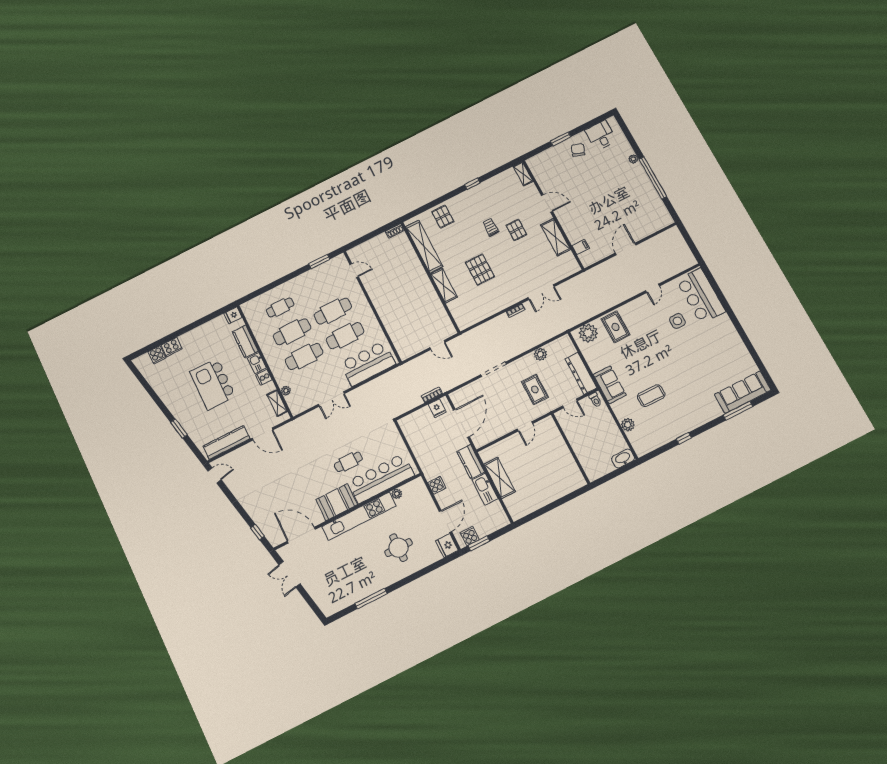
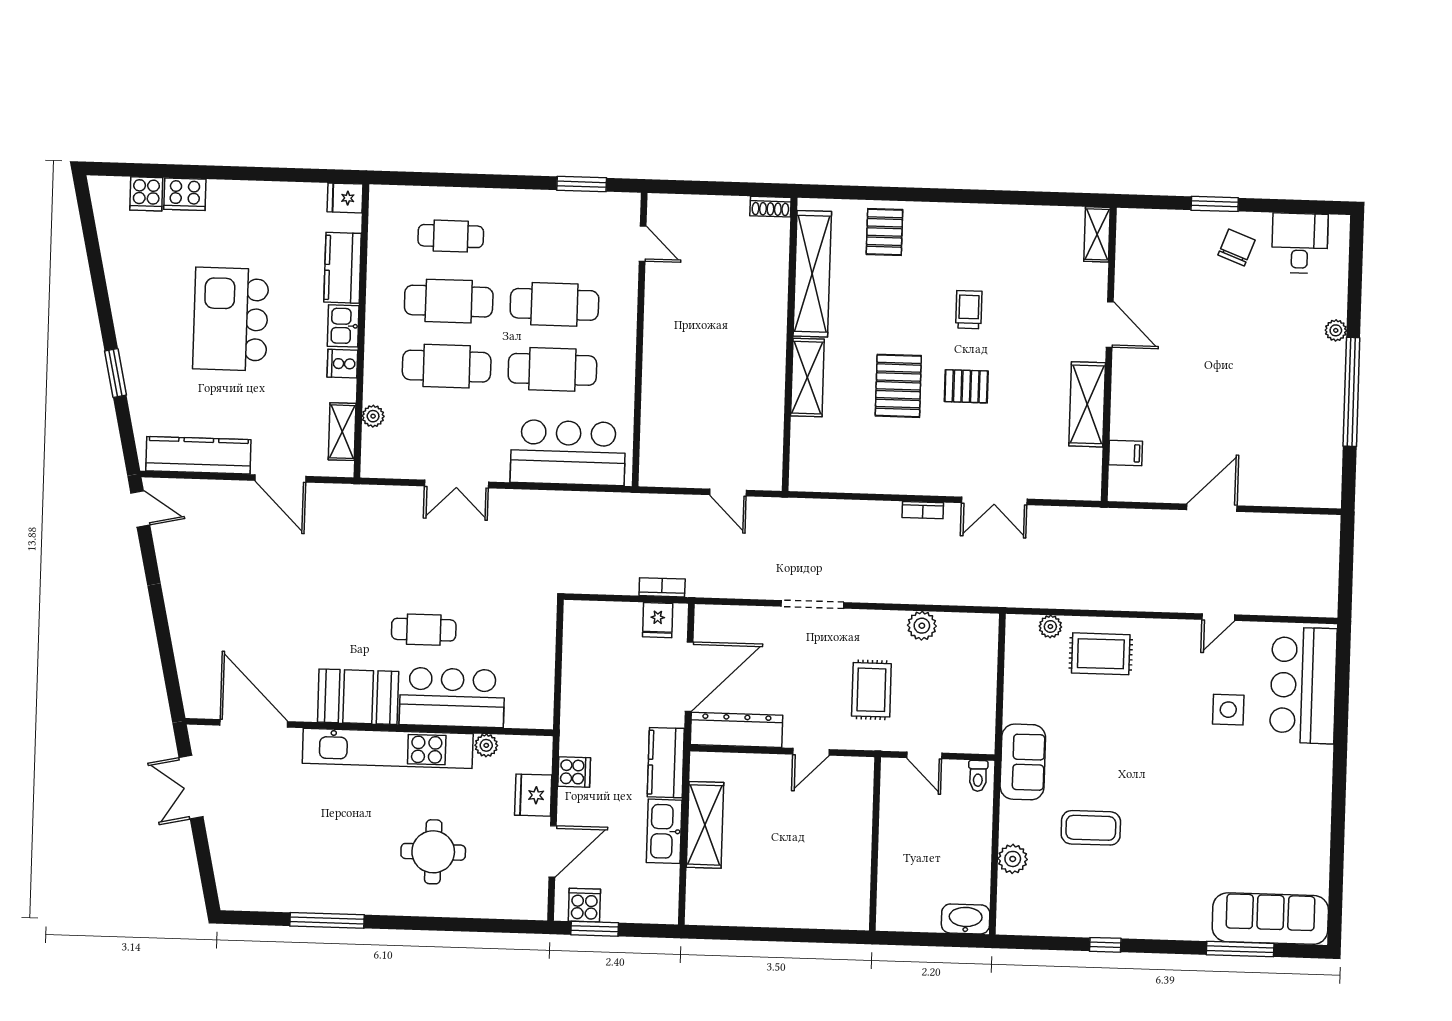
window: (472, 184) -> (983, 197), removed
pallet: (516, 230) -> (966, 386), moved, turned 90
rug: (616, 327) -> (1101, 654), turned 90
plant: (588, 333) -> (1050, 627), width x0.53, depth x0.53
dresser: (581, 373) -> (736, 730), moved, turned 90
bar counter: (381, 478) -> (452, 697), width x0.73
window: (258, 532) -> (170, 670), removed
fridge: (447, 546) -> (533, 795), moved

